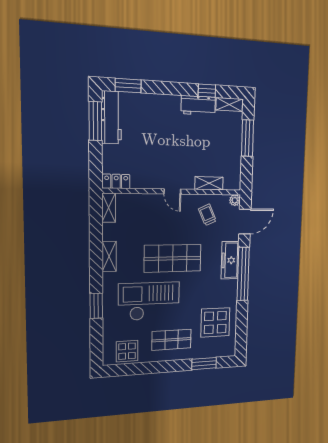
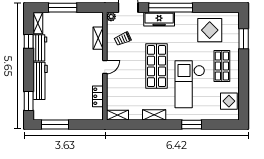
workbench: (111, 117) -> (40, 81), moved, turned 90
locker: (116, 181) -> (98, 96), moved

